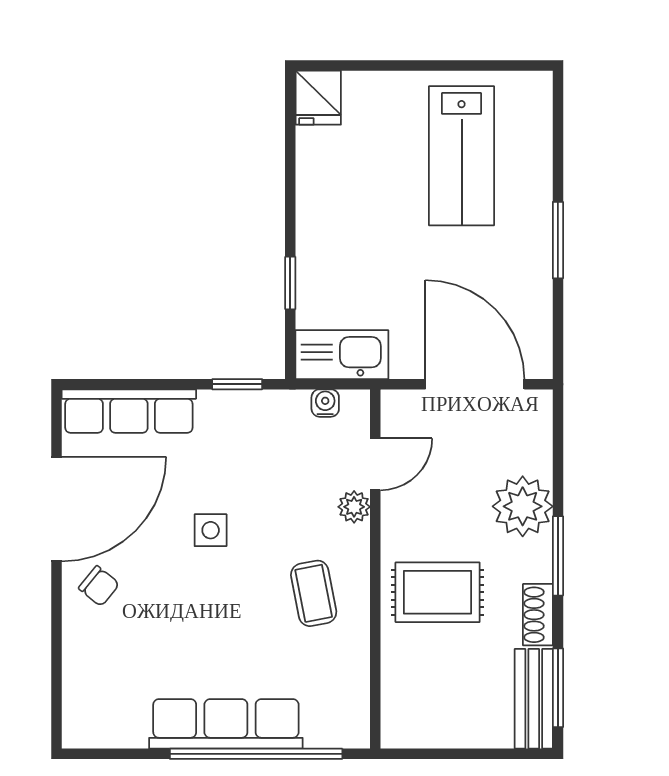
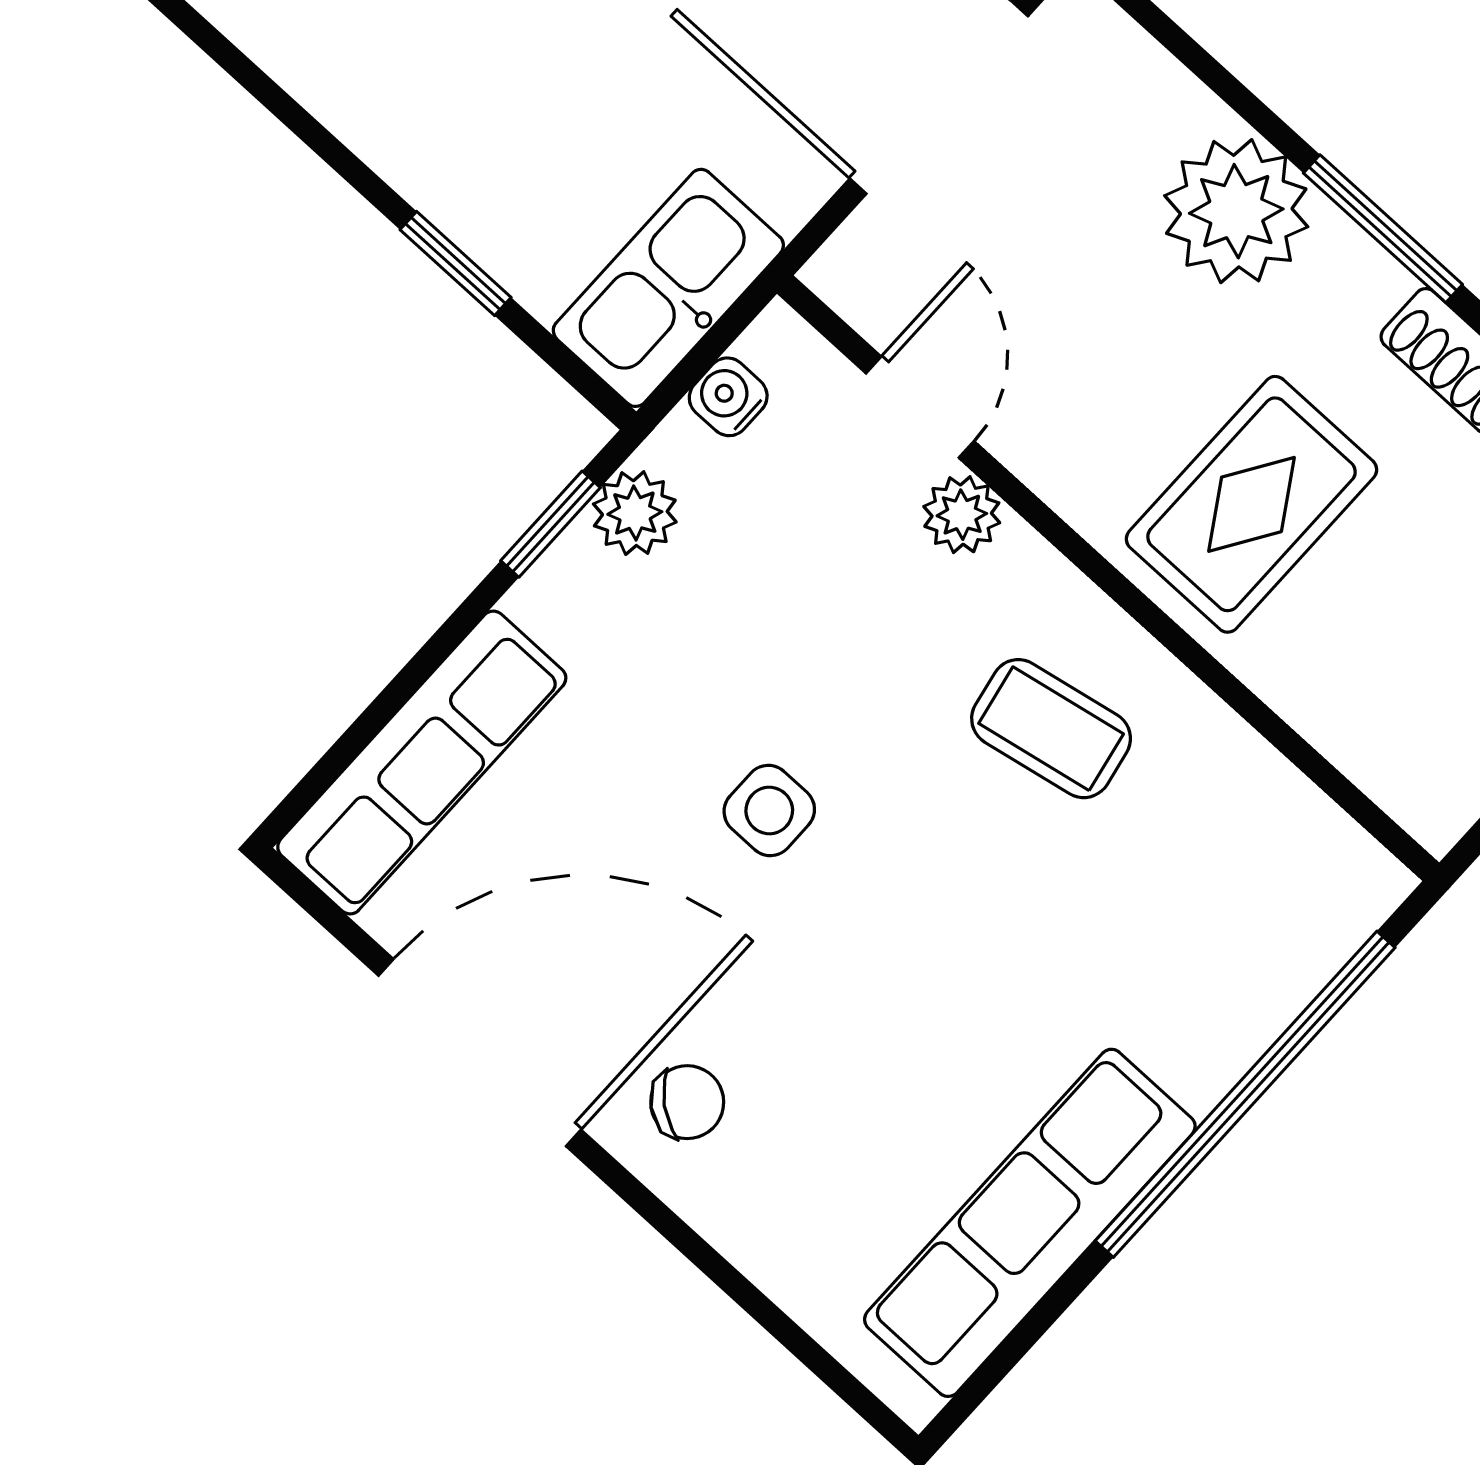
plant: (264, 407) -> (635, 513), added
door: (57, 509) -> (480, 1053), hinge flipped
row of seats: (226, 724) -> (1030, 1223), moved

